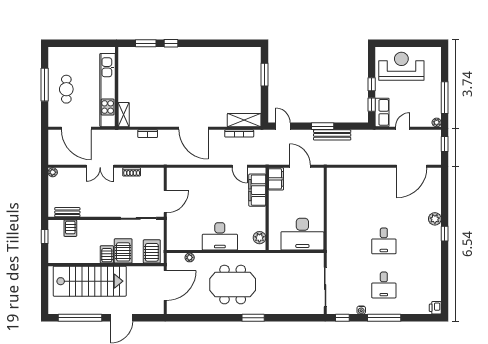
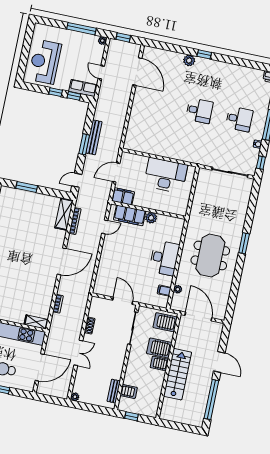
desk: (302, 234) -> (166, 175), moved, turned -90
plant: (259, 238) -> (151, 218), moved
filing cabinet: (185, 243) -> (164, 291), added
stairs: (90, 281) -> (177, 374), width x0.73, depth x0.66

